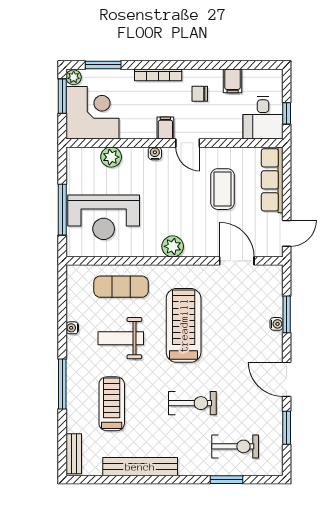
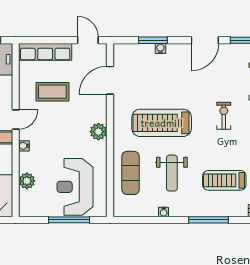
reception desk: (104, 217) -> (75, 187), turned 180
exercise bike: (192, 403) -> (224, 116), width x0.73, depth x0.72

